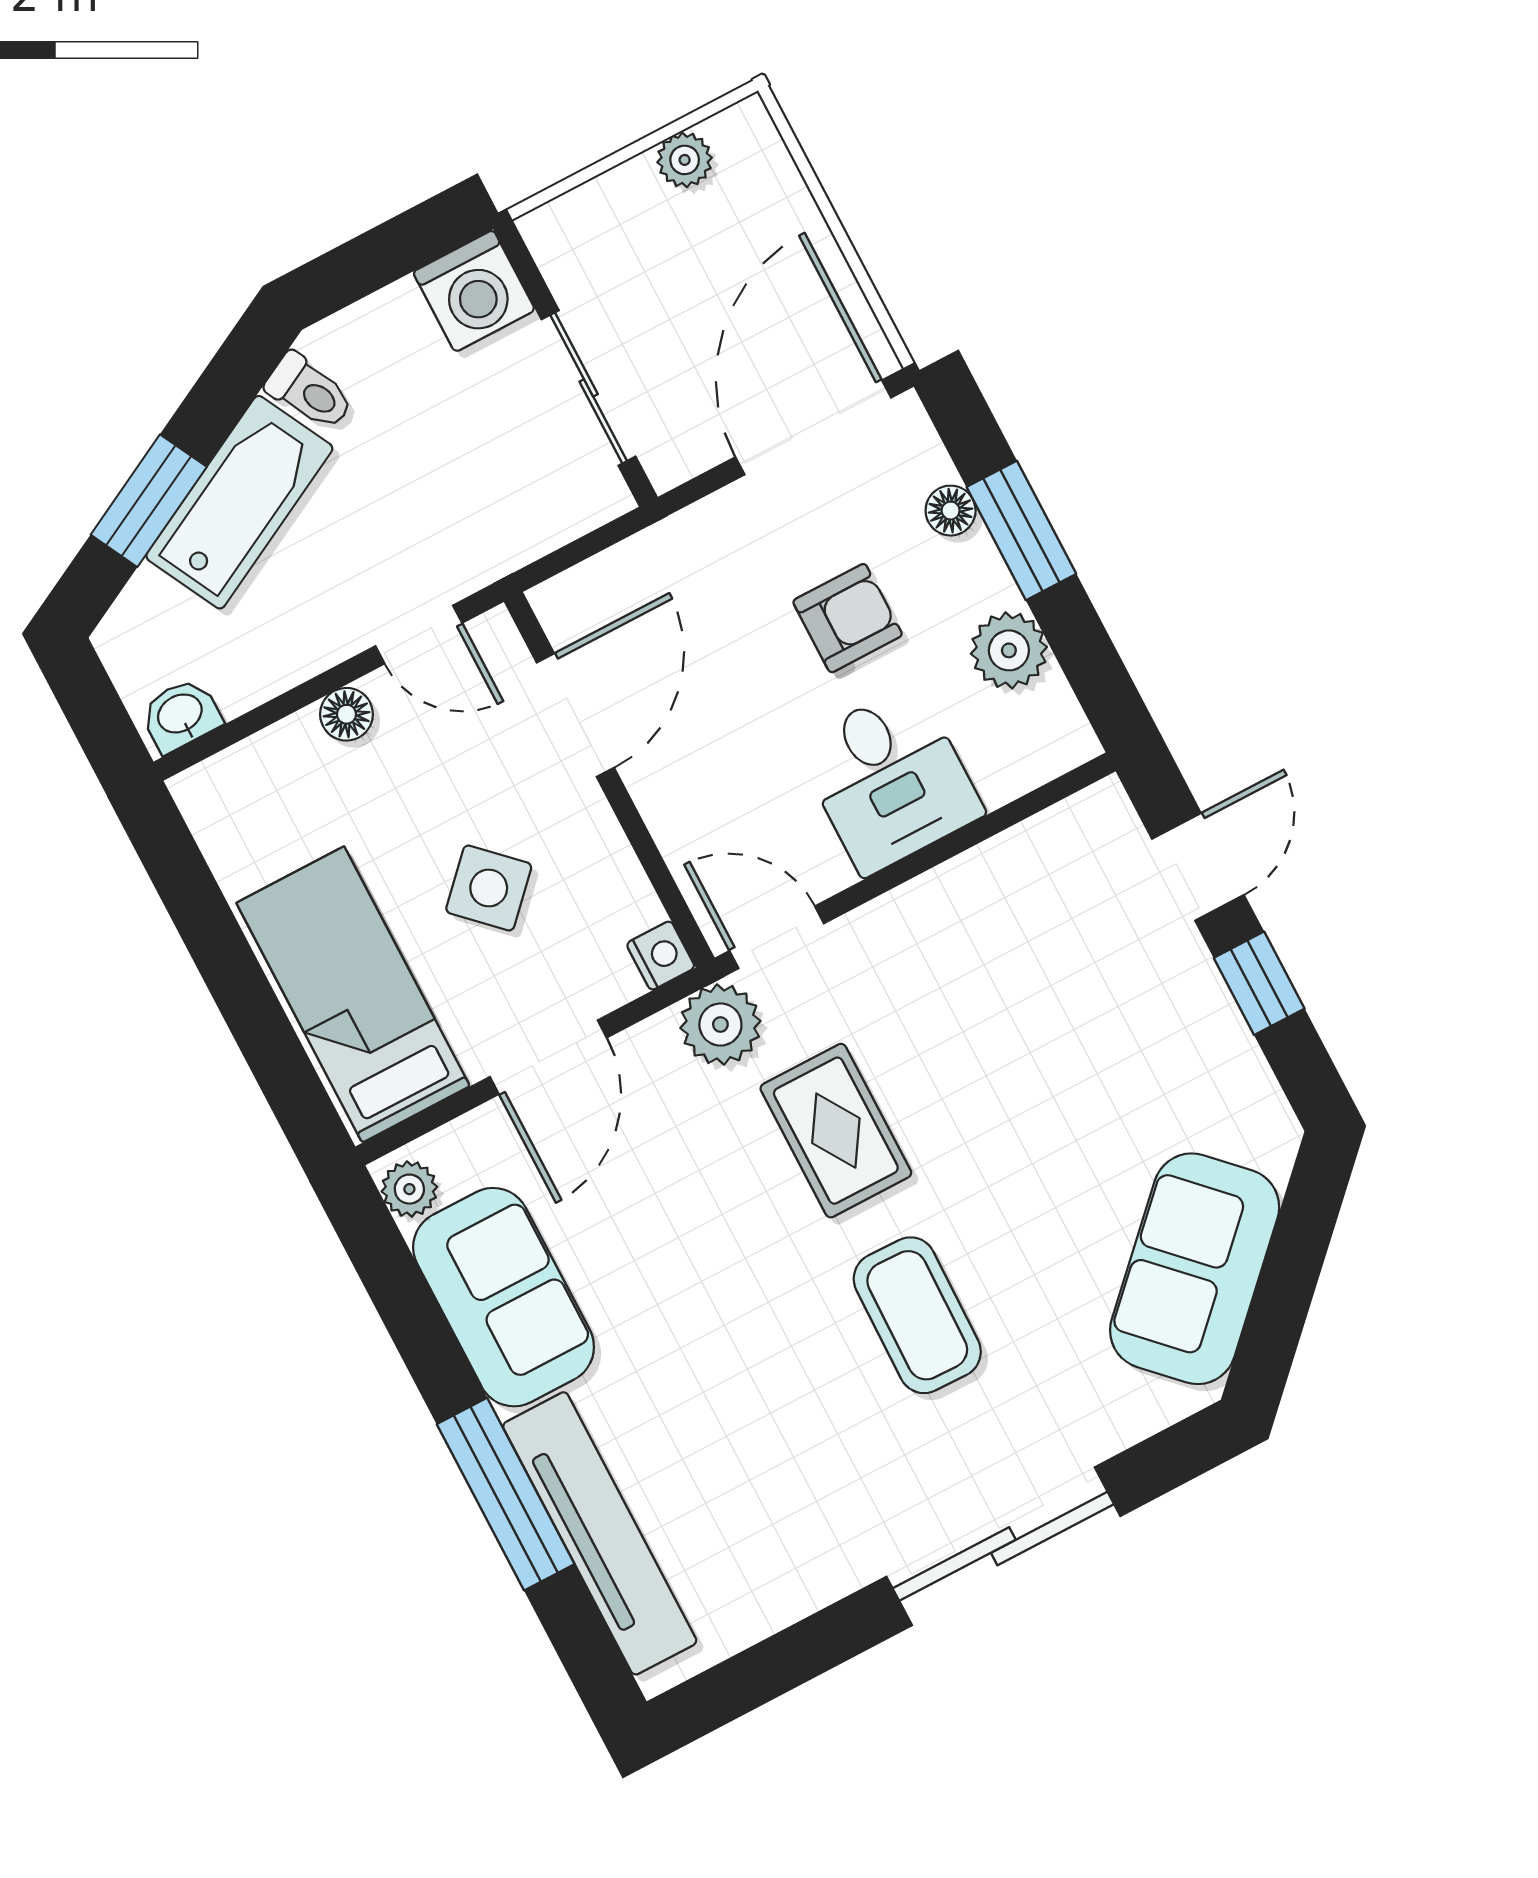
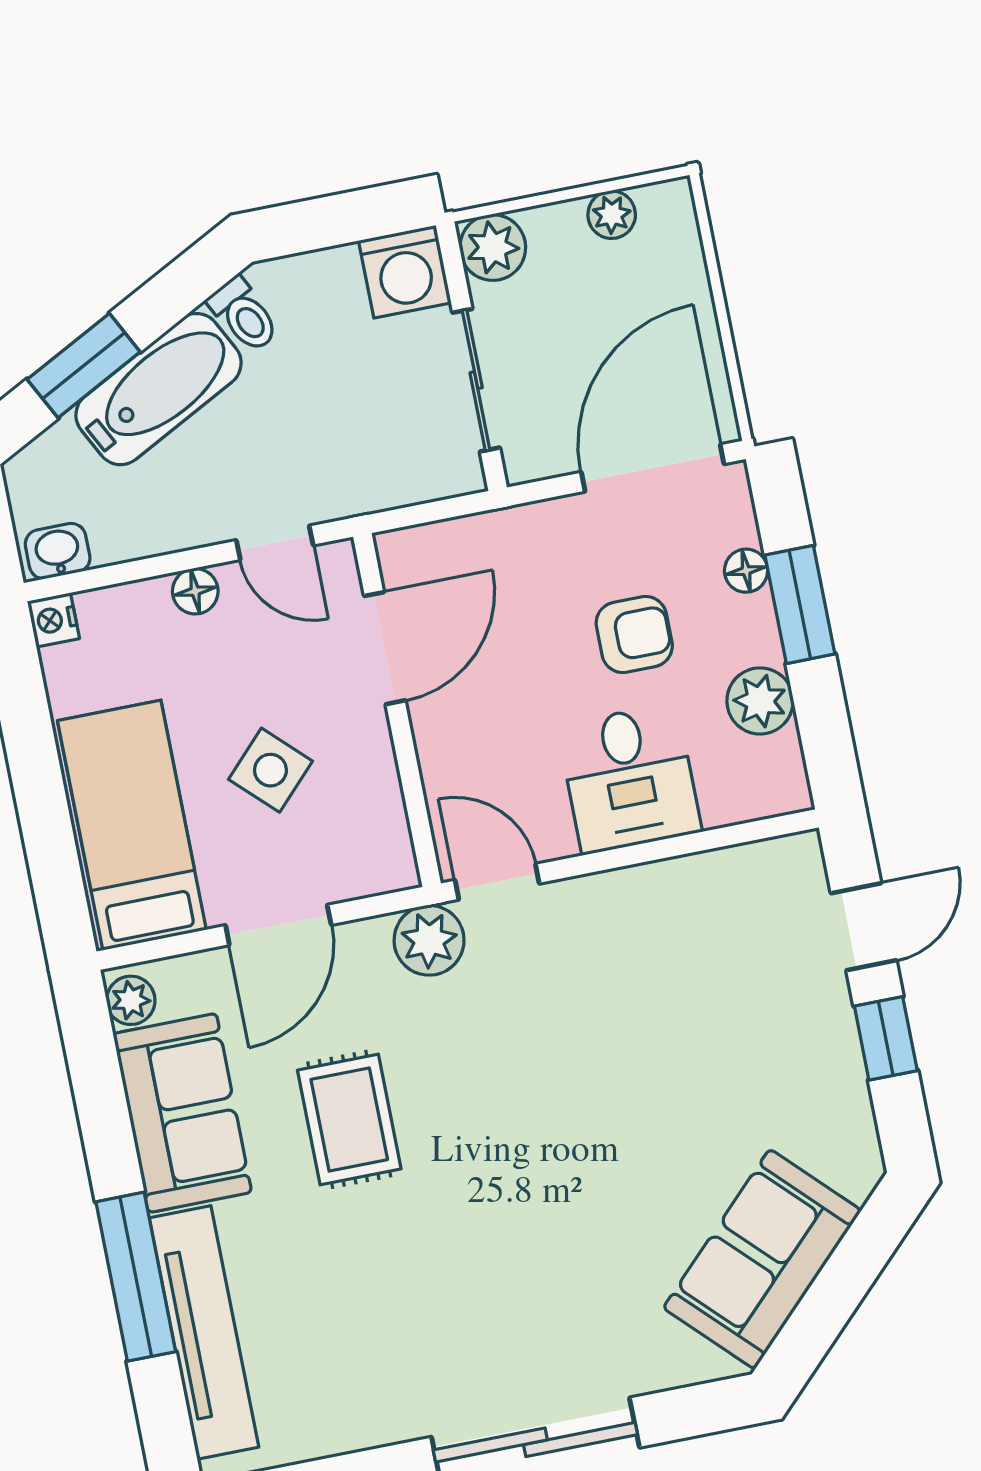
plant: (564, 235) -> (493, 248), added
nightstand: (661, 956) -> (53, 620), moved, turned 180
rug: (836, 1131) -> (349, 1119), moved
coffee table: (917, 1315) -> (521, 1230), removed

